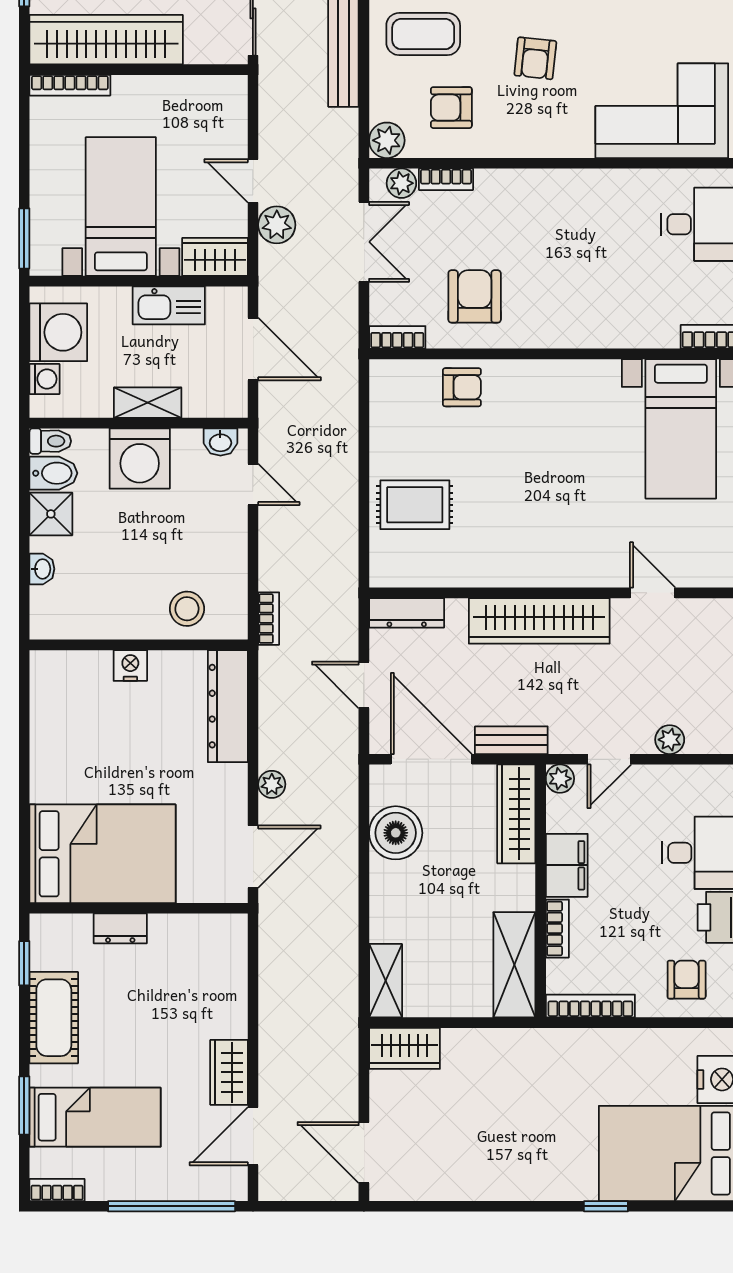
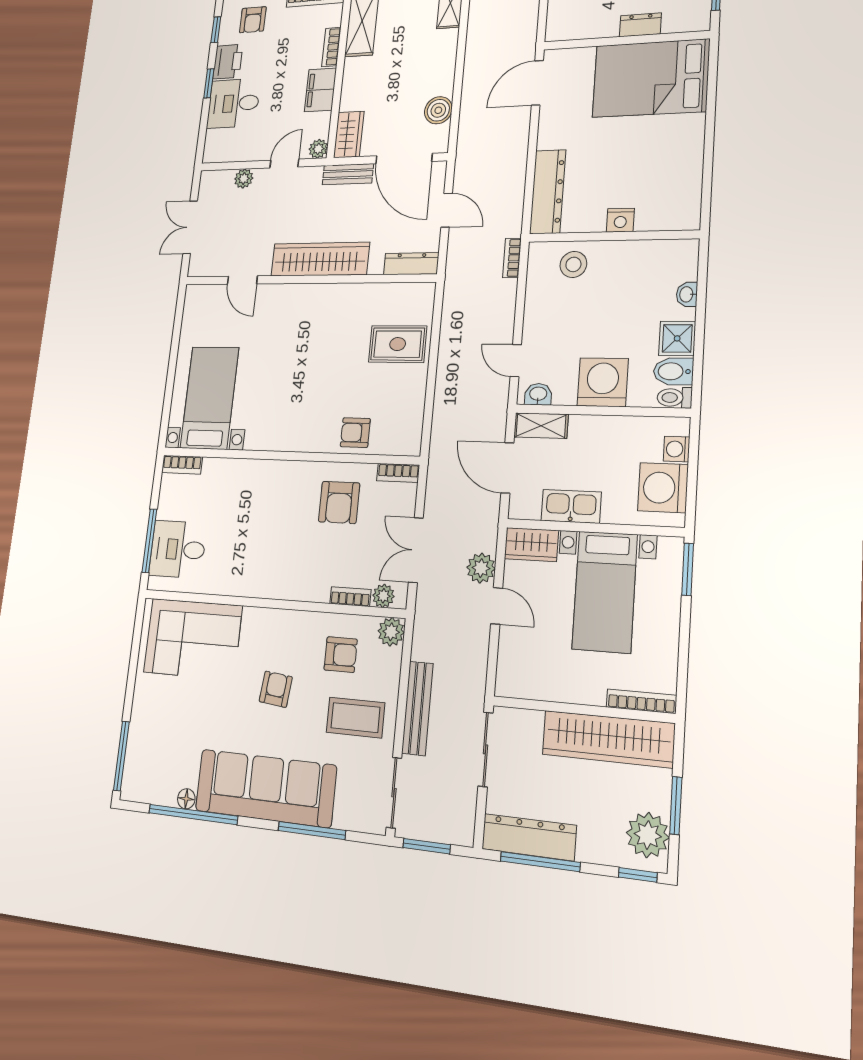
shelving: (148, 403) -> (541, 426), moved
plant: (272, 784) -> (519, 136), removed
wardrobe: (516, 814) -> (349, 134), width x0.67
boiler: (396, 833) -> (438, 110), width x0.73, depth x0.73

